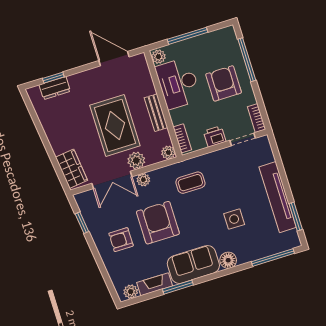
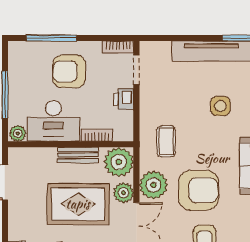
bookcase: (182, 138) -> (97, 135), moved
plant: (168, 153) -> (119, 162), width x1.87, depth x1.87
plant: (143, 180) -> (153, 185), width x1.88, depth x1.88
armchair: (158, 223) -> (199, 190), turned 180

